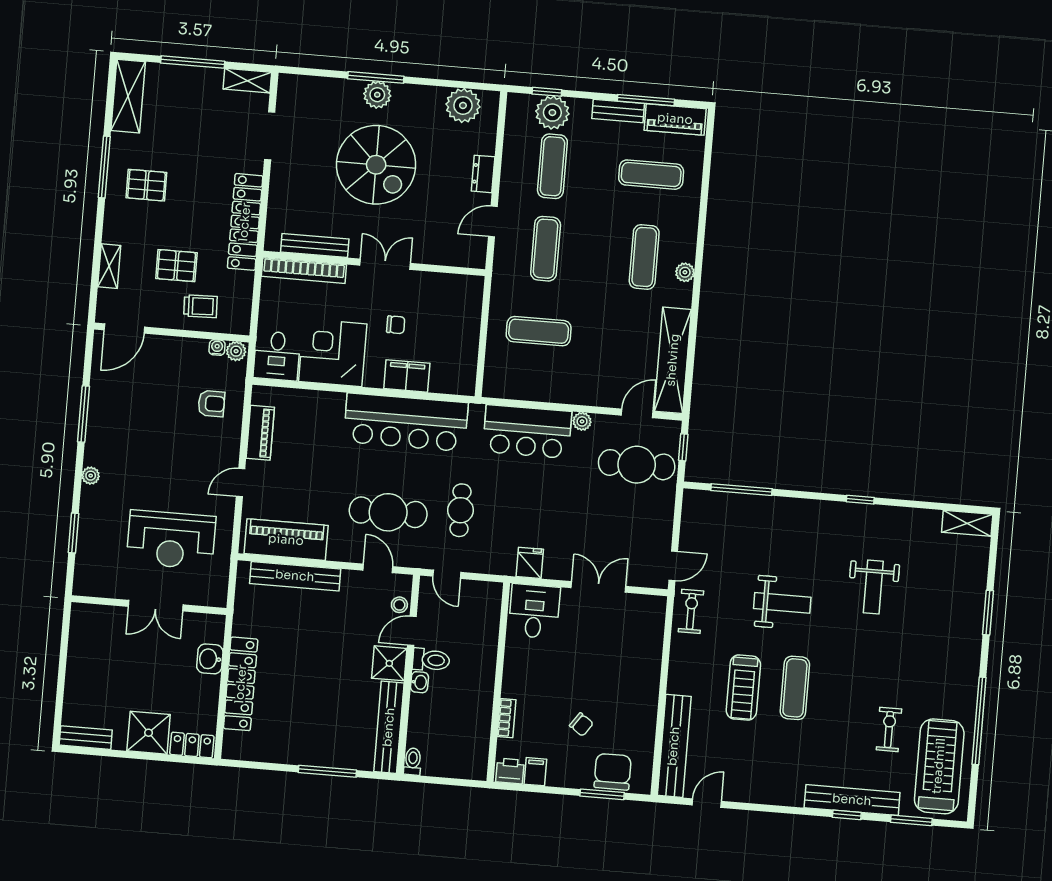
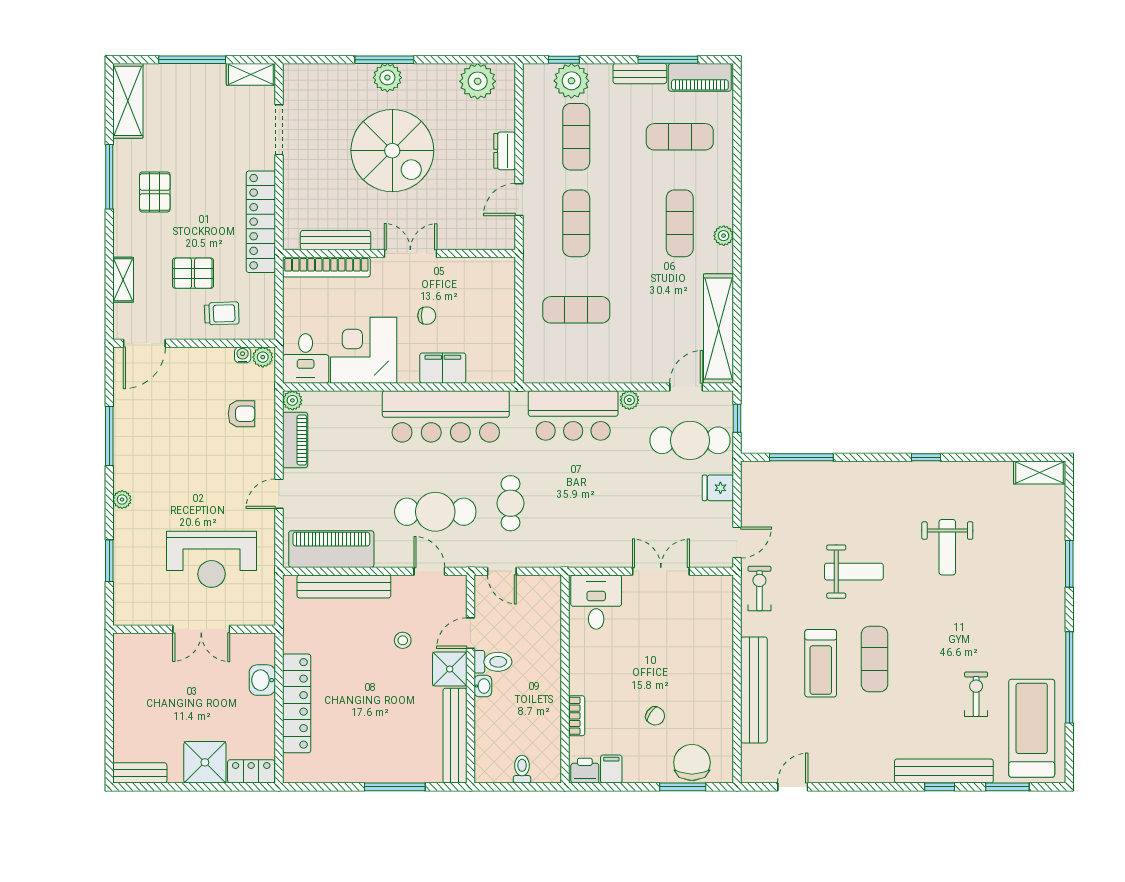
pallet: (146, 185) -> (155, 192), turned 90
plant: (261, 395) -> (292, 400), added
fridge: (530, 563) -> (718, 488), moved, turned -90
stool: (399, 605) -> (403, 640), moved
bench: (674, 746) -> (754, 690), moved
toilet: (413, 761) -> (522, 769), moved

